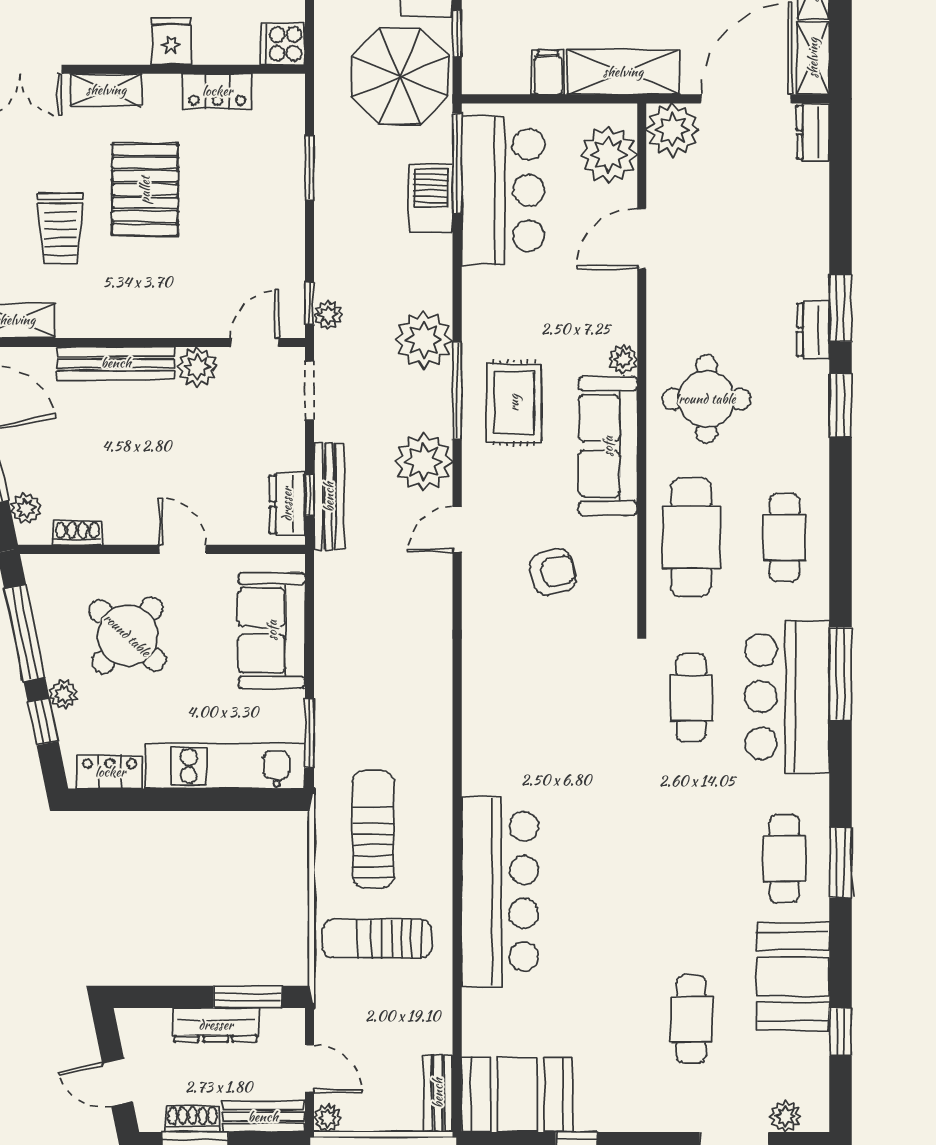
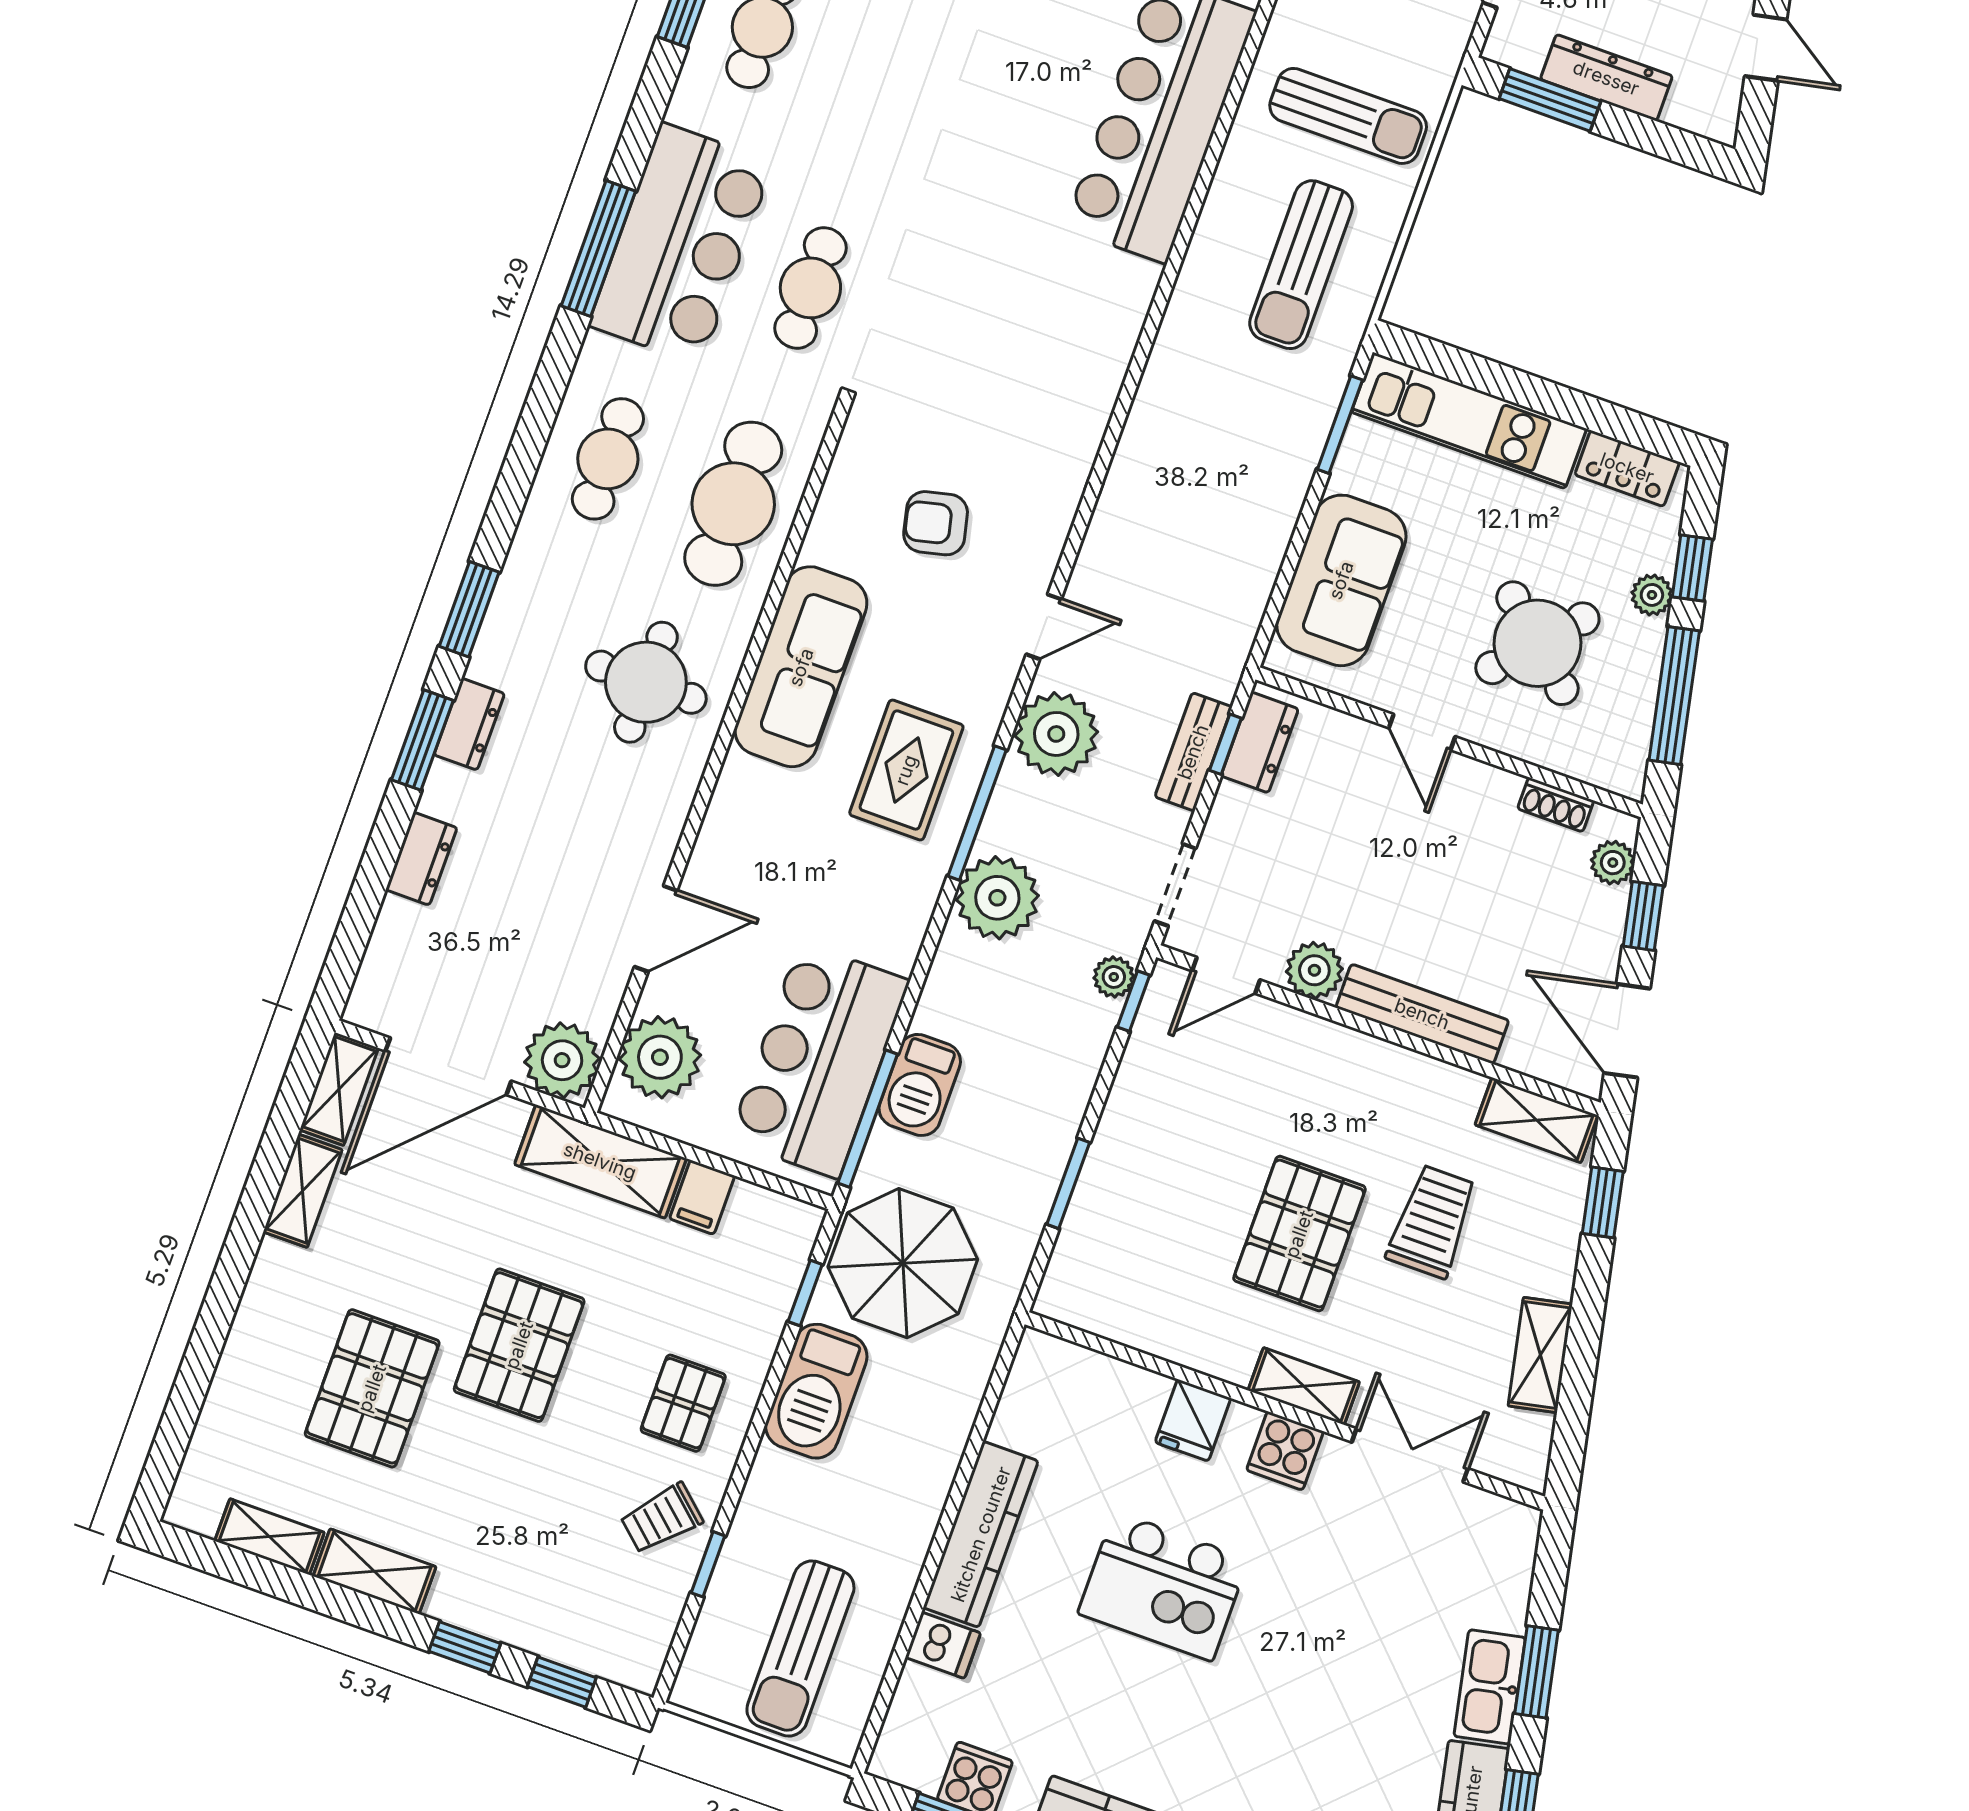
cooker: (283, 44) -> (1285, 1451), moved, turned 90
locker: (217, 91) -> (1155, 1331), removed
dresser: (813, 132) -> (421, 859), moved
plant: (623, 359) -> (739, 776), removed
bench: (329, 497) -> (1193, 752), width x0.73

